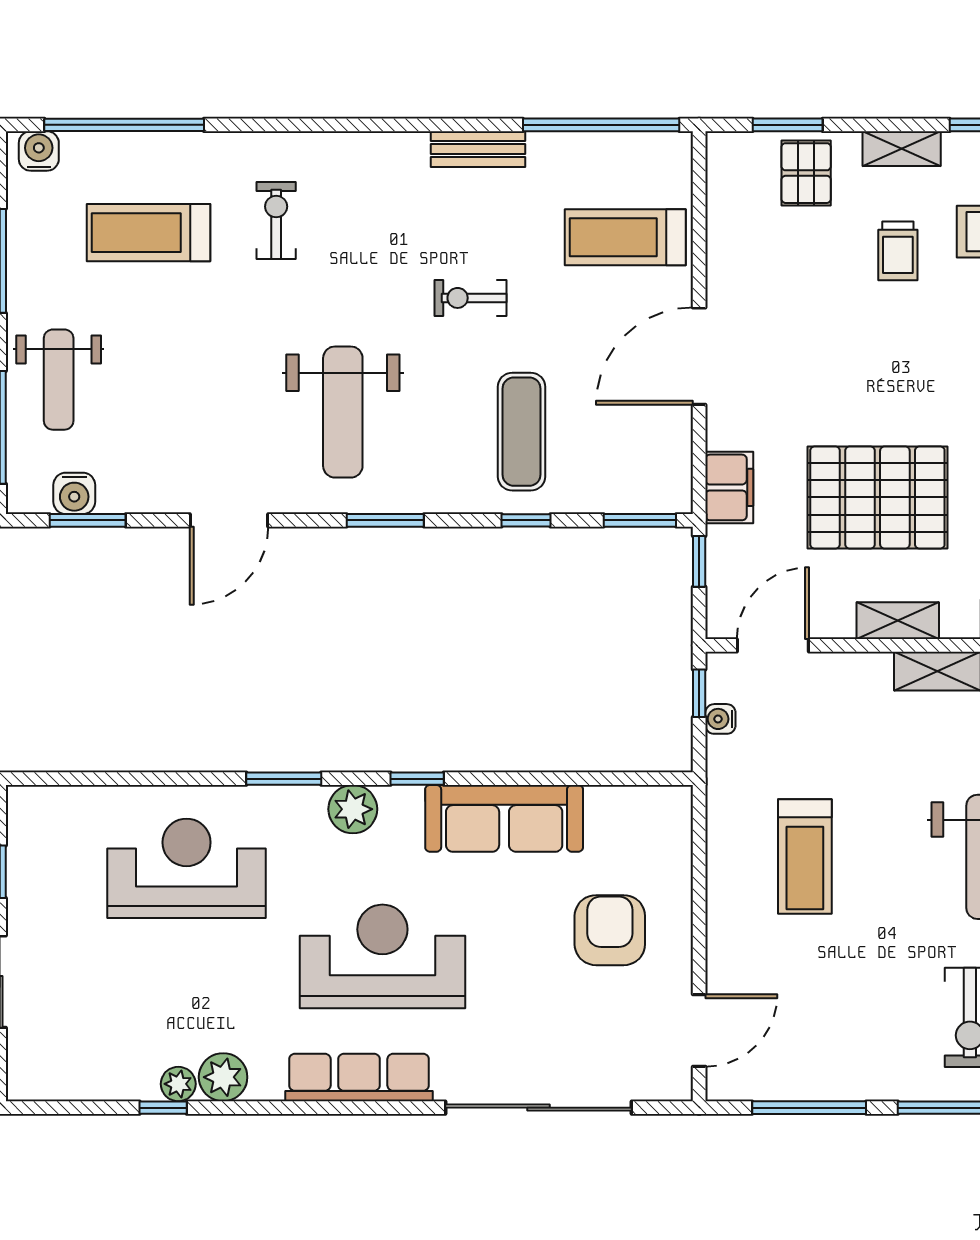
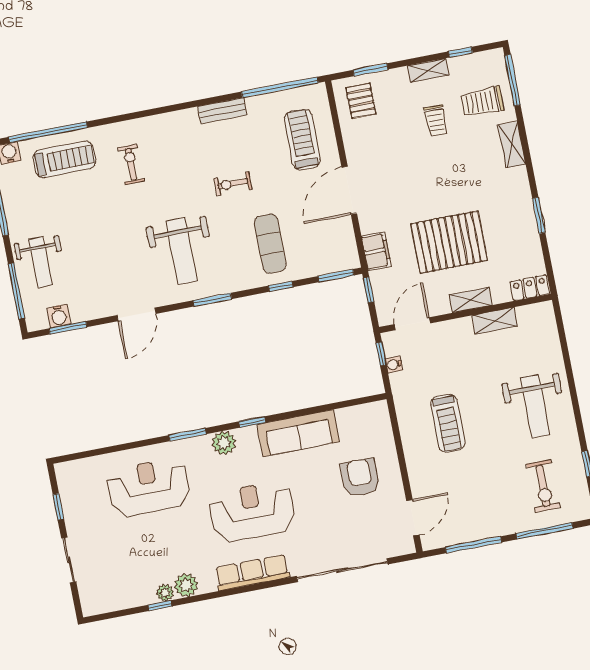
pallet: (806, 173) -> (361, 101), moved
treadmill: (149, 233) -> (64, 159), moved, turned 180
treadmill: (625, 237) -> (302, 140), turned 90

